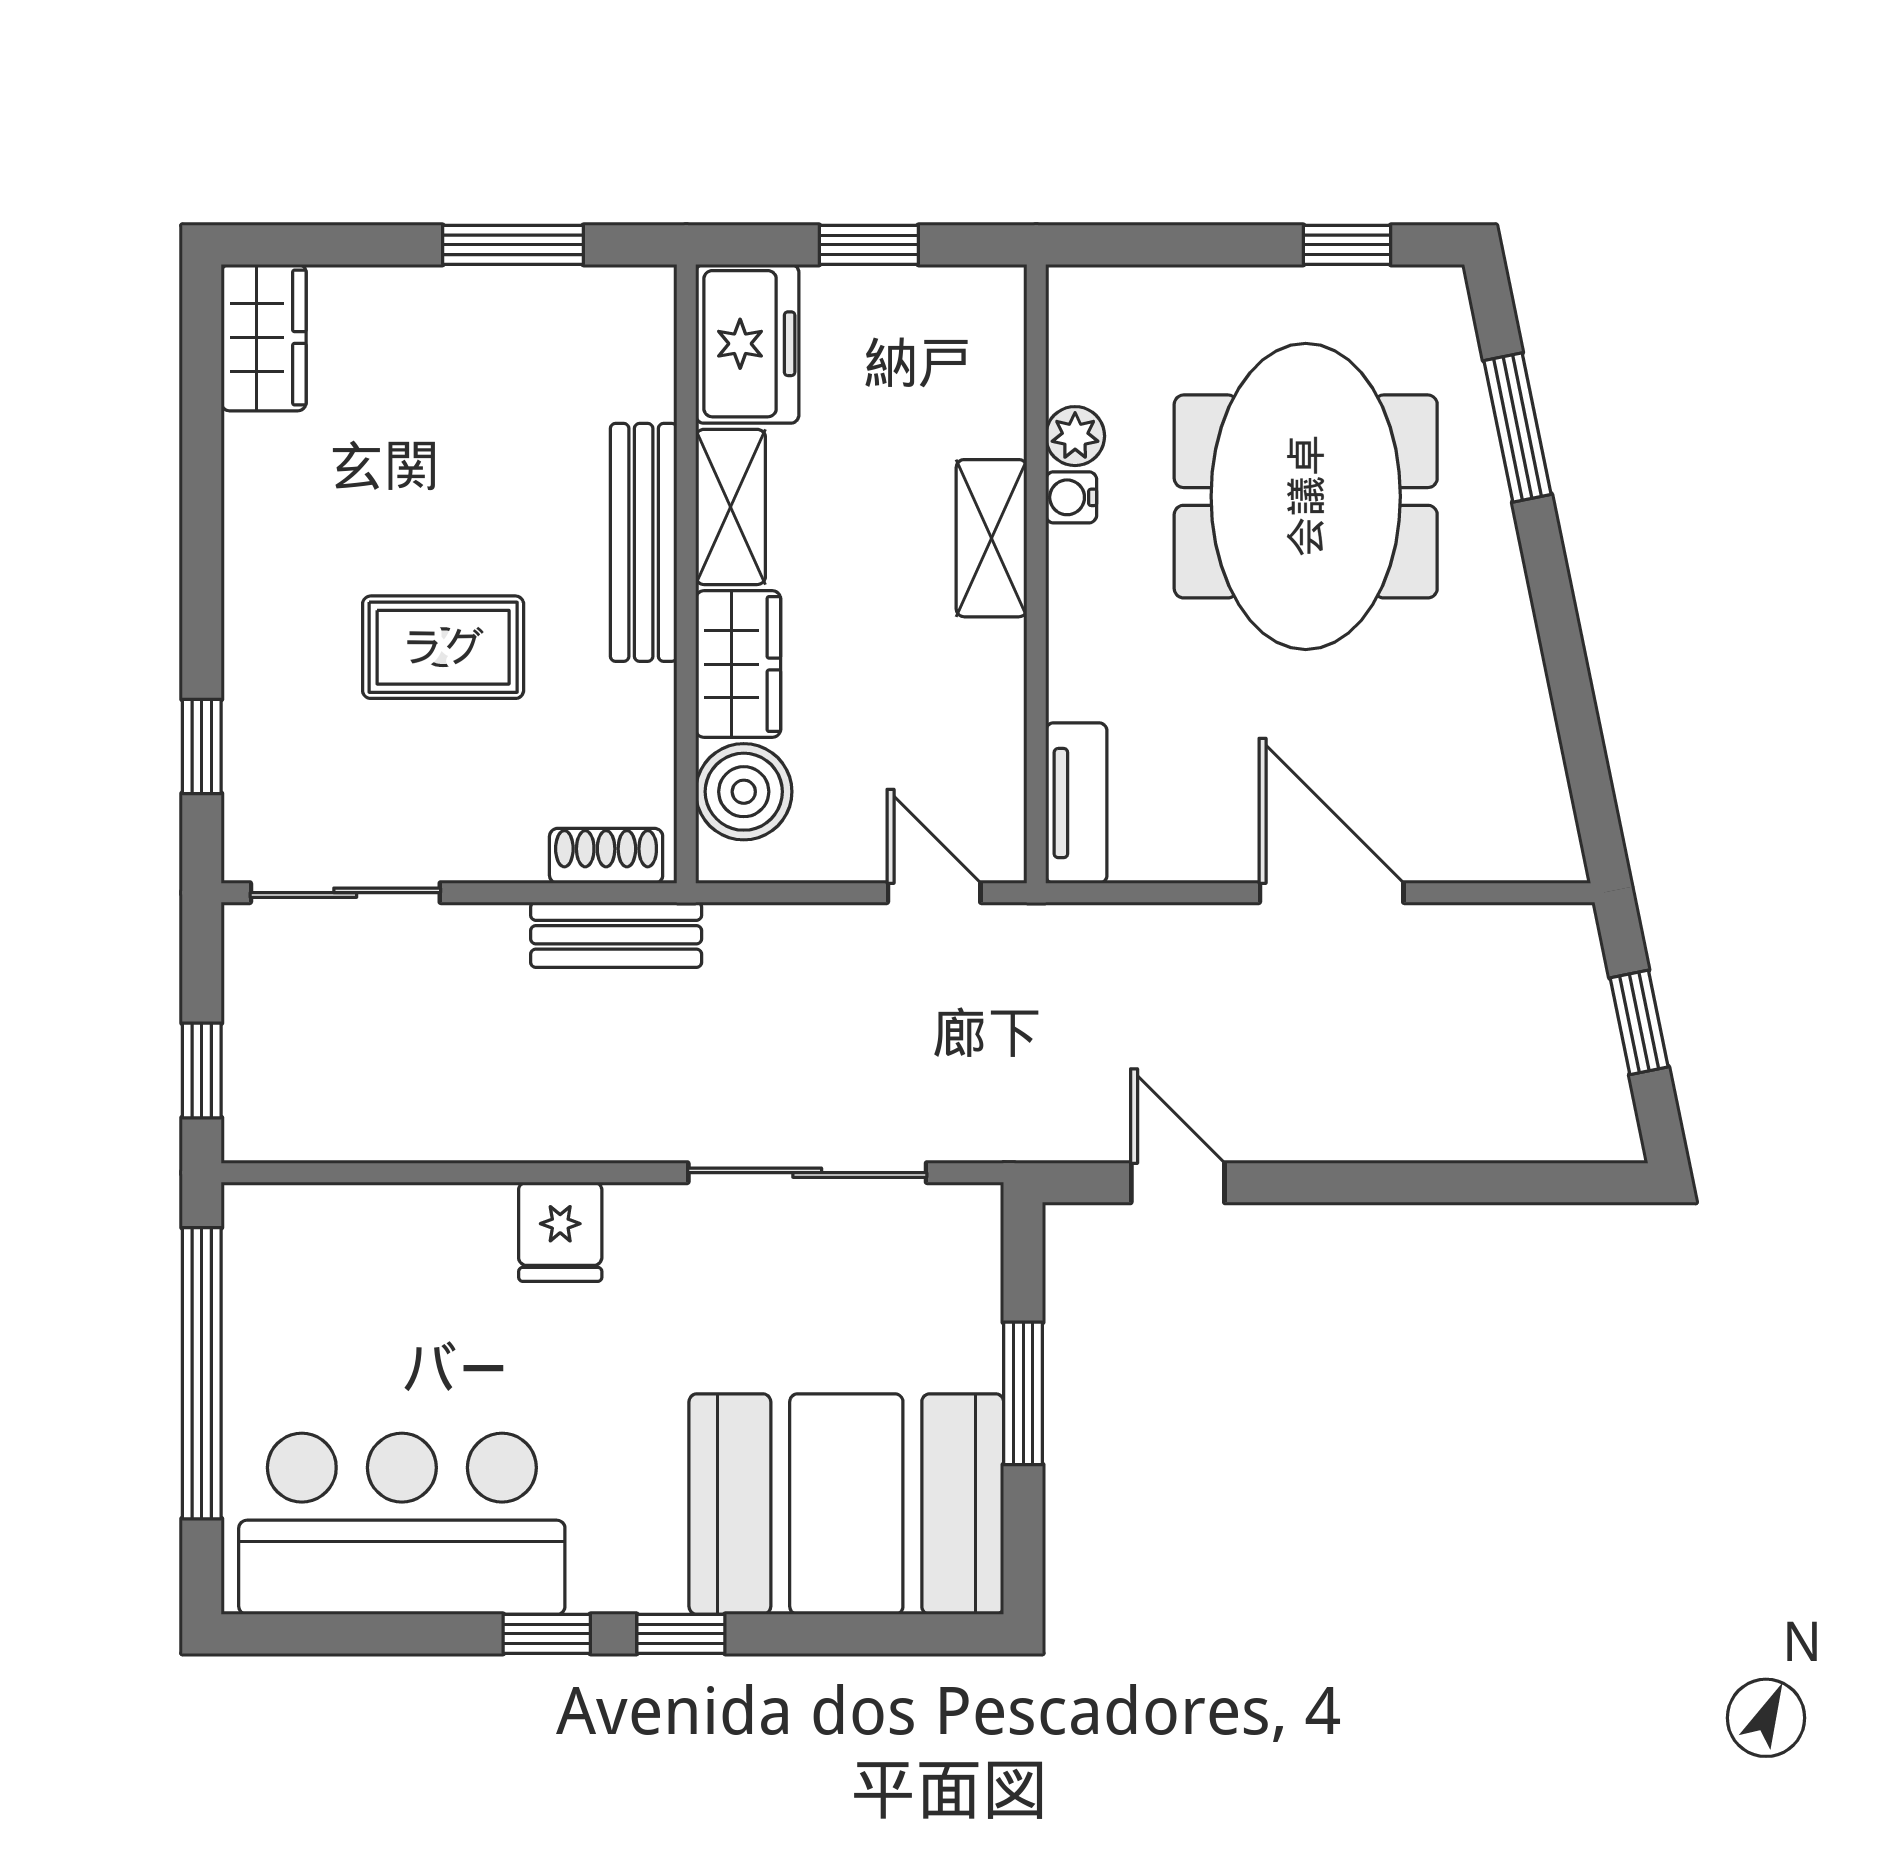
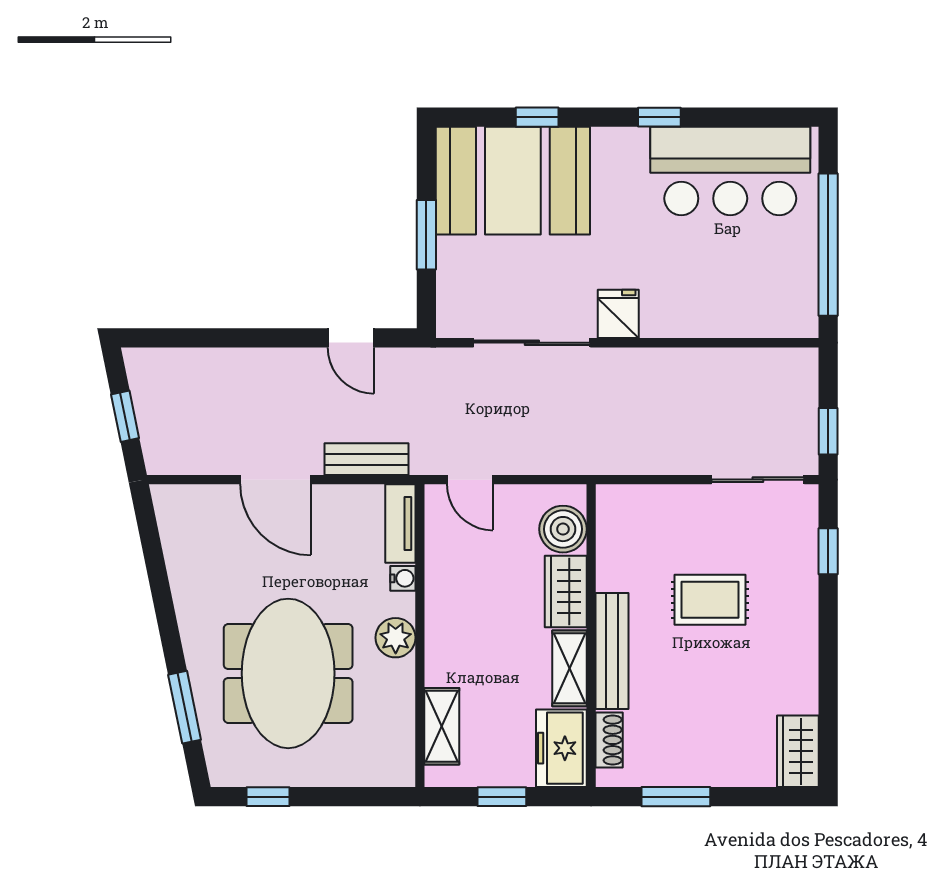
plant: (1075, 436) -> (396, 638), moved, width x1.38, depth x1.38
water cooler: (1071, 497) -> (403, 578), moved
shelving: (992, 538) -> (442, 726), moved
shoe rack: (606, 856) -> (609, 740), moved, turned -90
bench: (616, 935) -> (367, 459), moved
window: (202, 1070) -> (828, 431), moved
fridge: (560, 1232) -> (618, 314), moved
window: (681, 1634) -> (537, 117), moved

